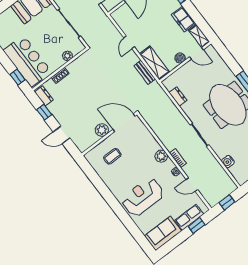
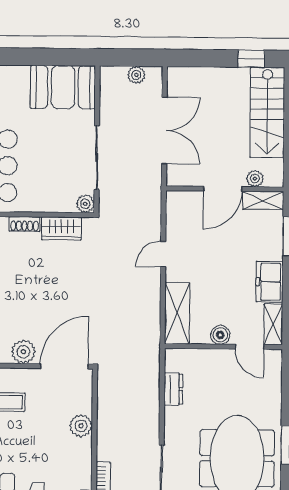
plant: (67, 56) -> (85, 204), moved
wardrobe: (77, 65) -> (61, 228), added
bench: (145, 72) -> (152, 316), removed
door: (124, 123) -> (64, 366), hinge flipped
plant: (161, 156) -> (81, 426), moved

